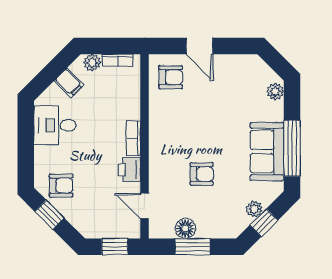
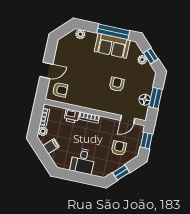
armchair: (171, 77) -> (60, 90), turned 90
desk: (55, 125) -> (83, 161), moved
printer: (130, 170) -> (72, 116), moved
armchair: (61, 185) -> (119, 148), moved

